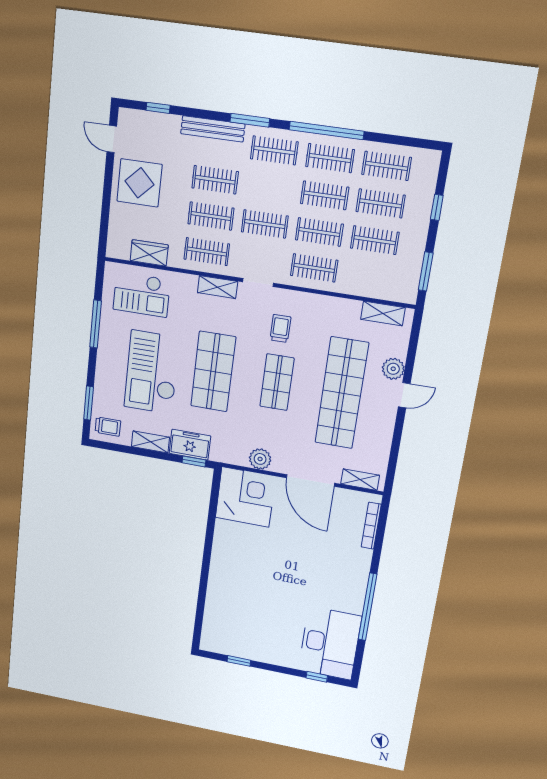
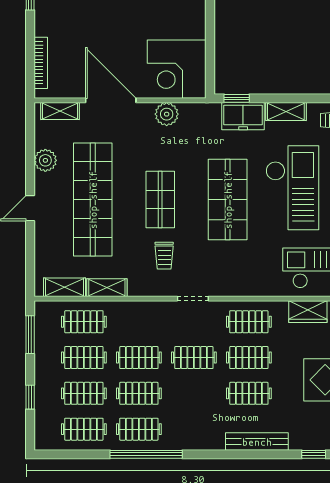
window: (250, 120) -> (221, 454), removed
clothes rail: (274, 150) -> (194, 429), removed
clothes rail: (314, 268) -> (84, 322), moved
shelving: (217, 287) -> (107, 288), moved
plant: (393, 369) -> (45, 160), moved

